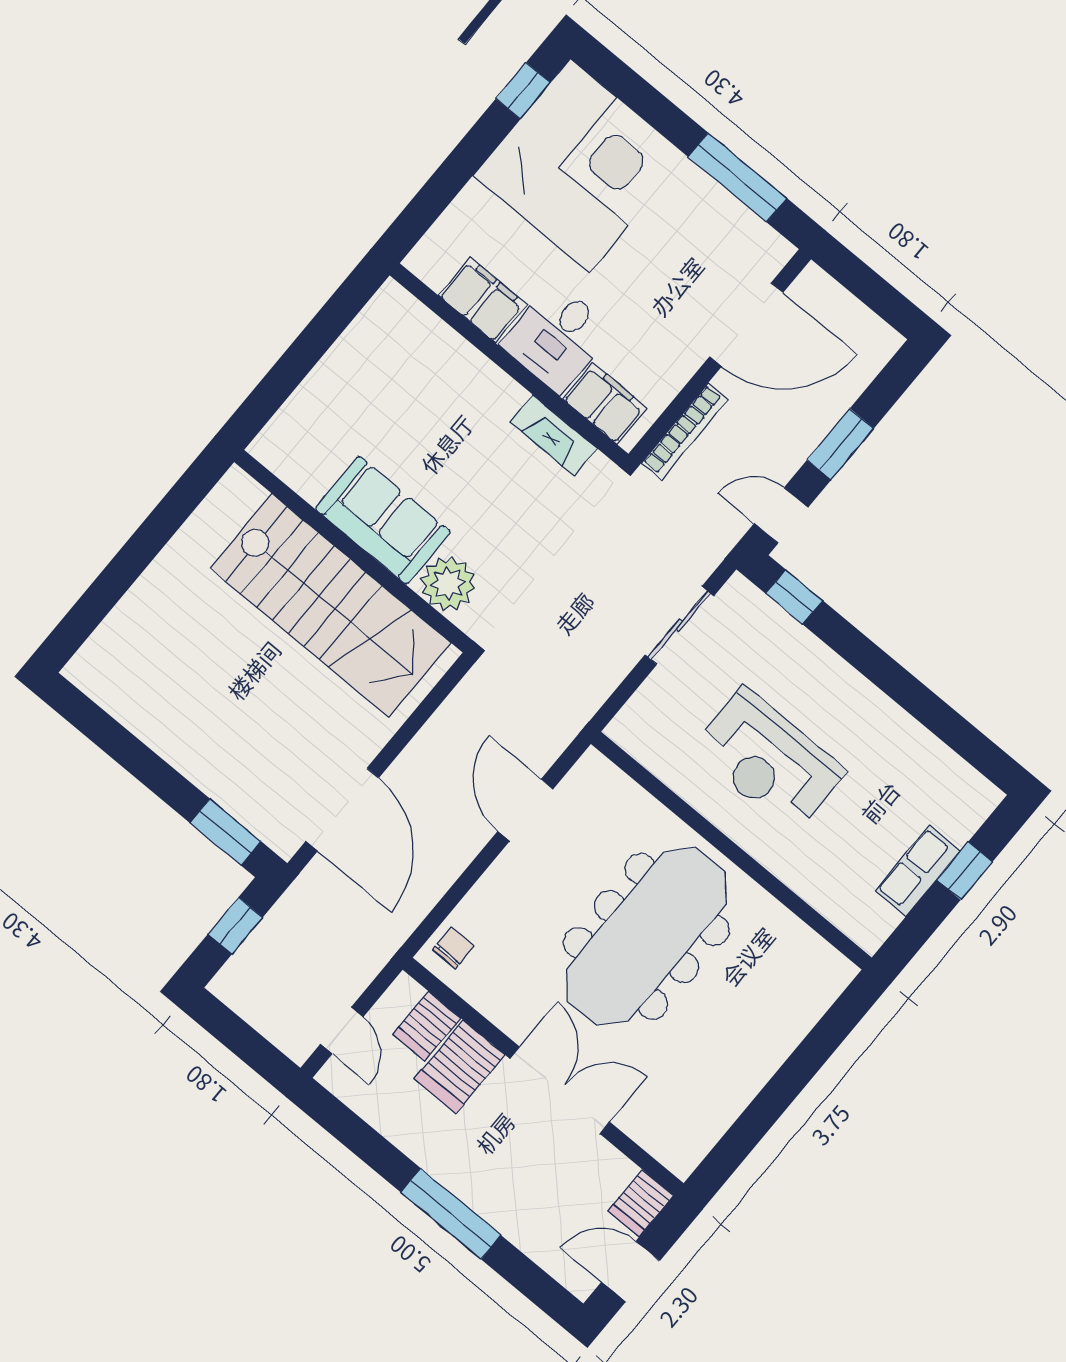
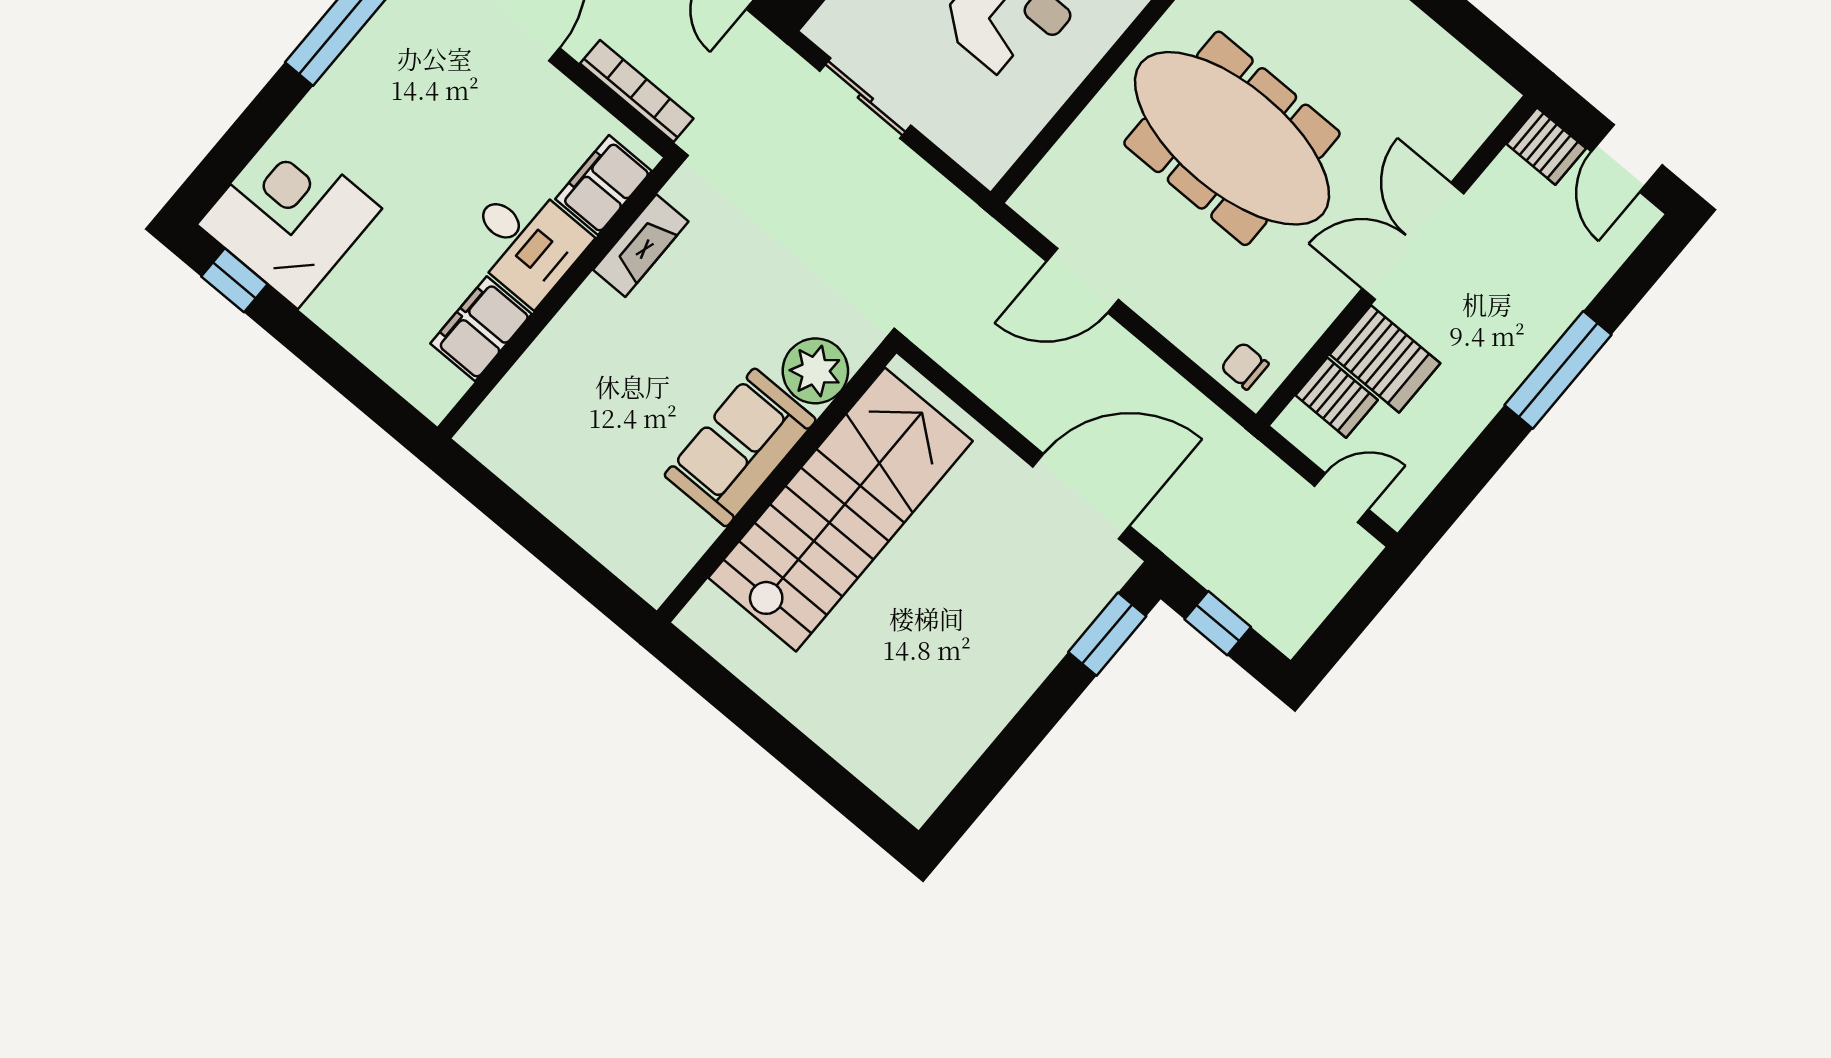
corner desk: (580, 166) -> (290, 216), width x0.74, depth x0.74

